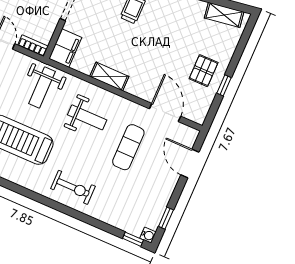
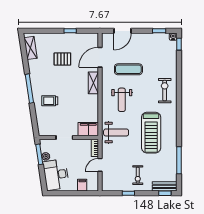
pallet: (204, 71) -> (62, 59), moved
shelving: (109, 77) -> (93, 83), moved
weight bench: (87, 117) -> (122, 100), turned 180

